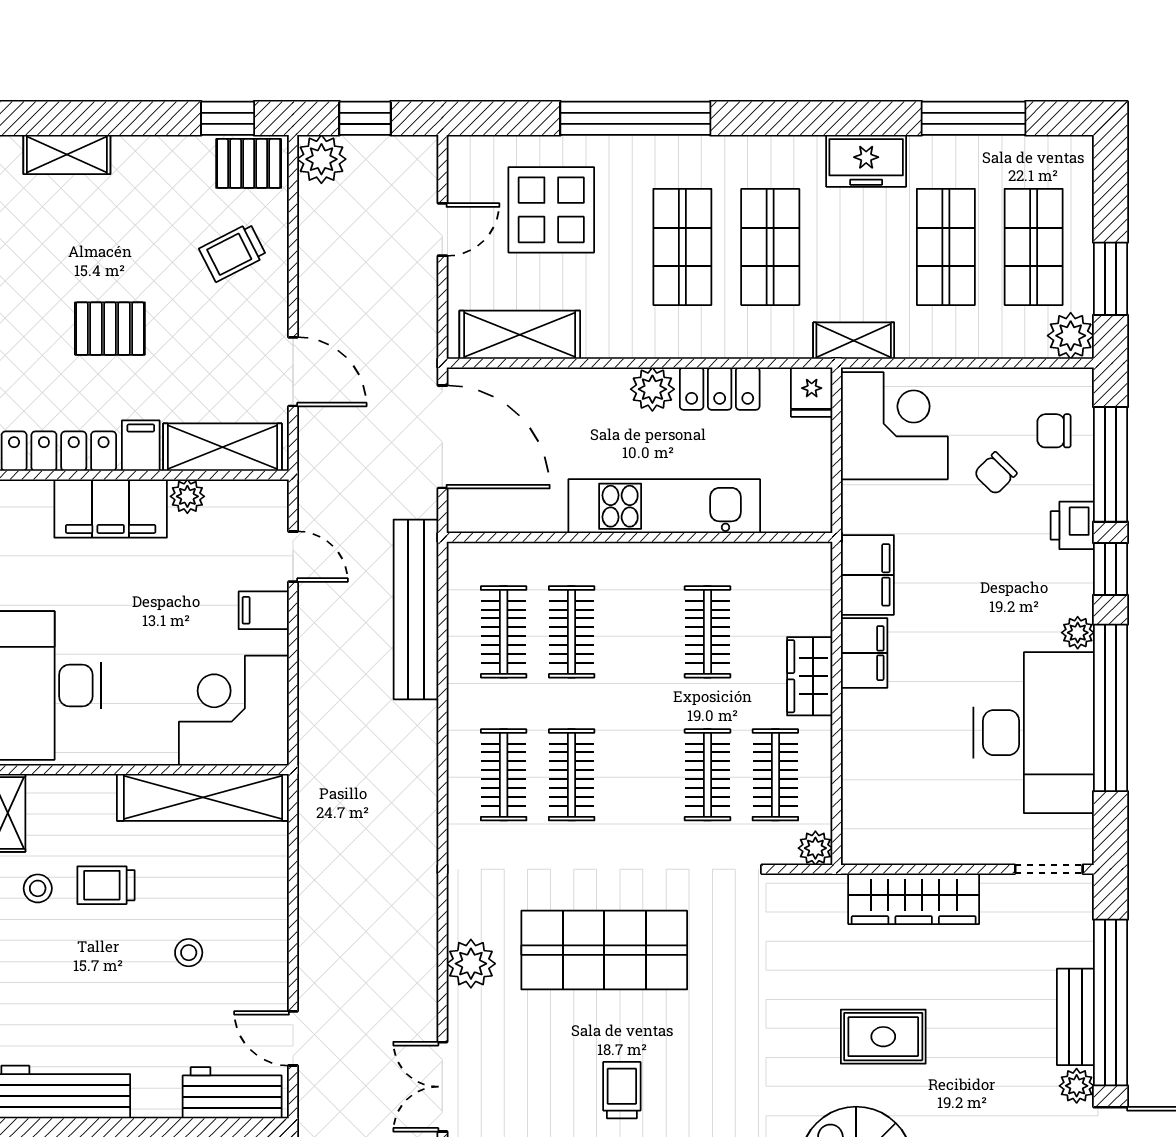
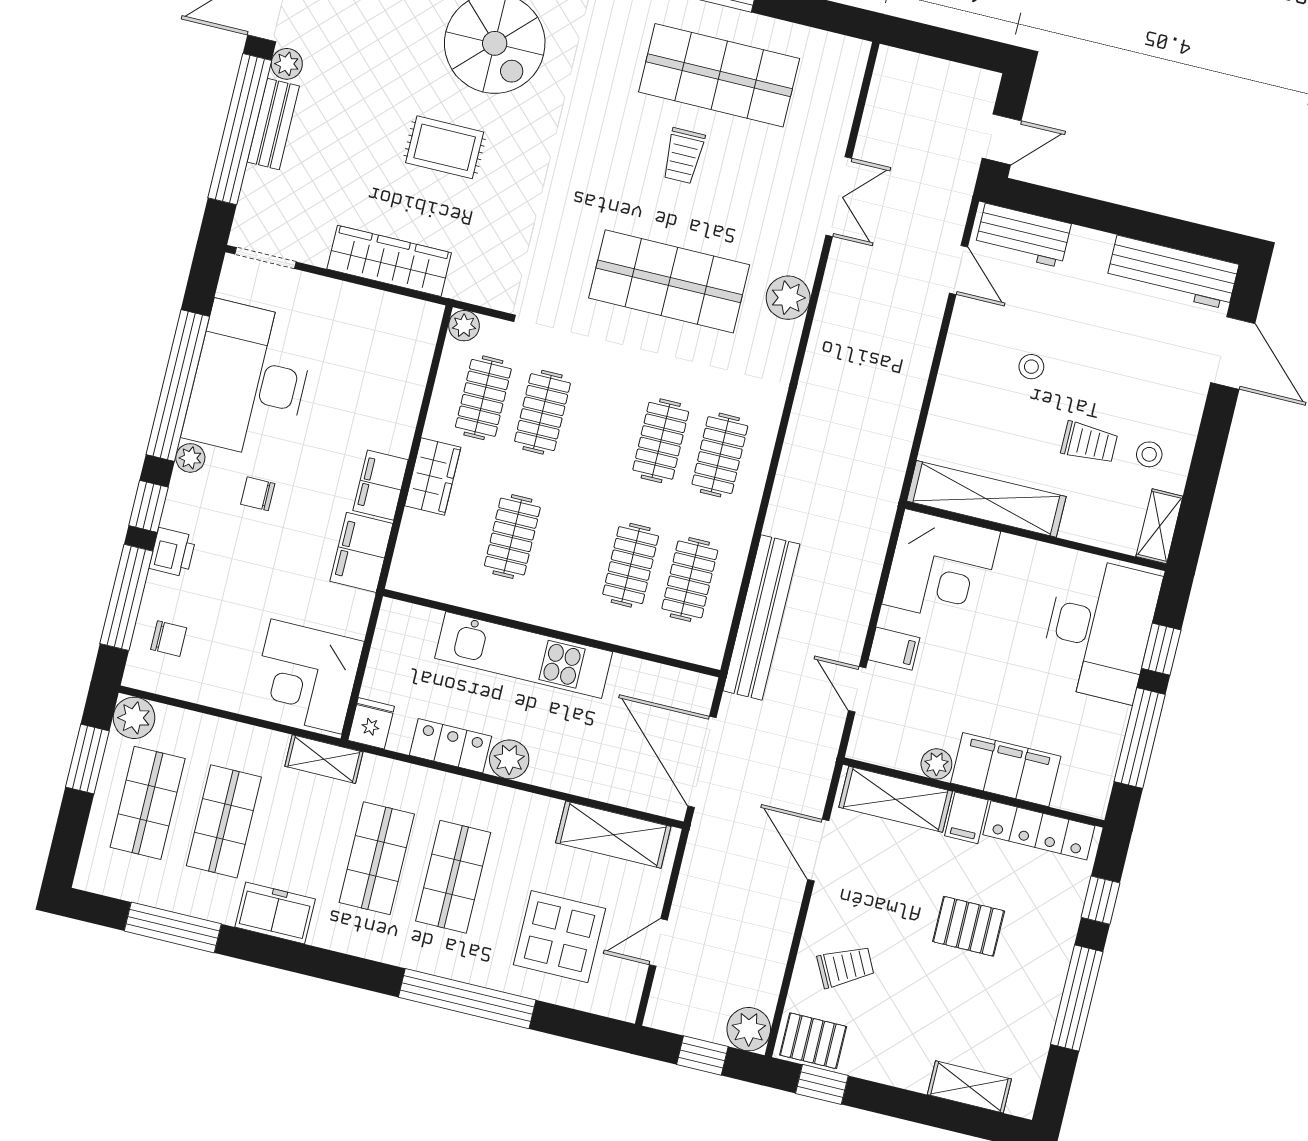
chair: (995, 473) -> (258, 494), moved, turned -135

